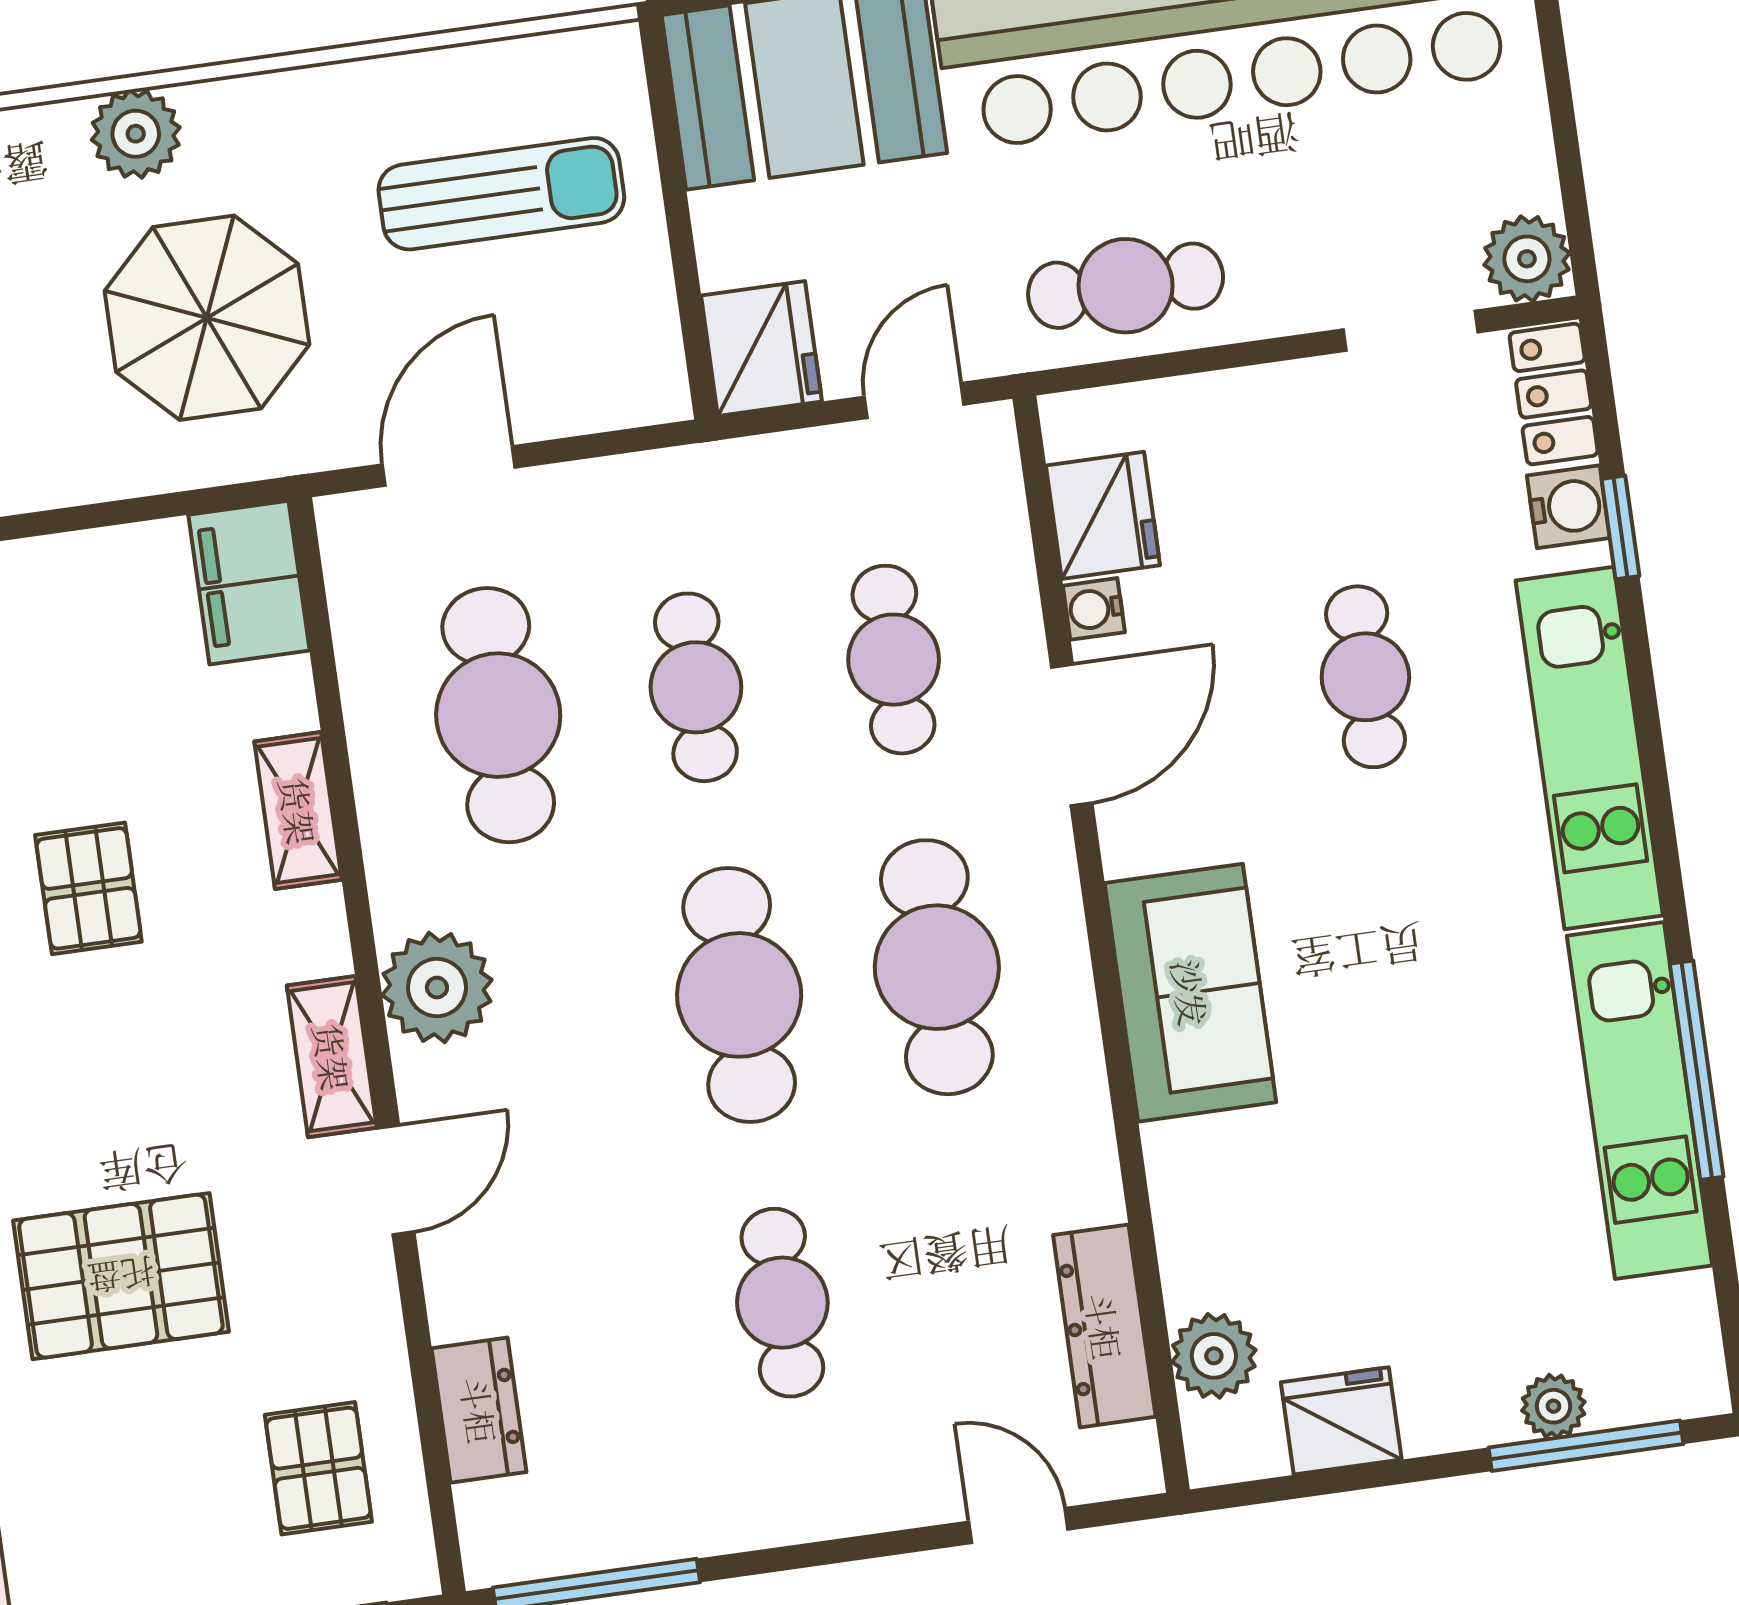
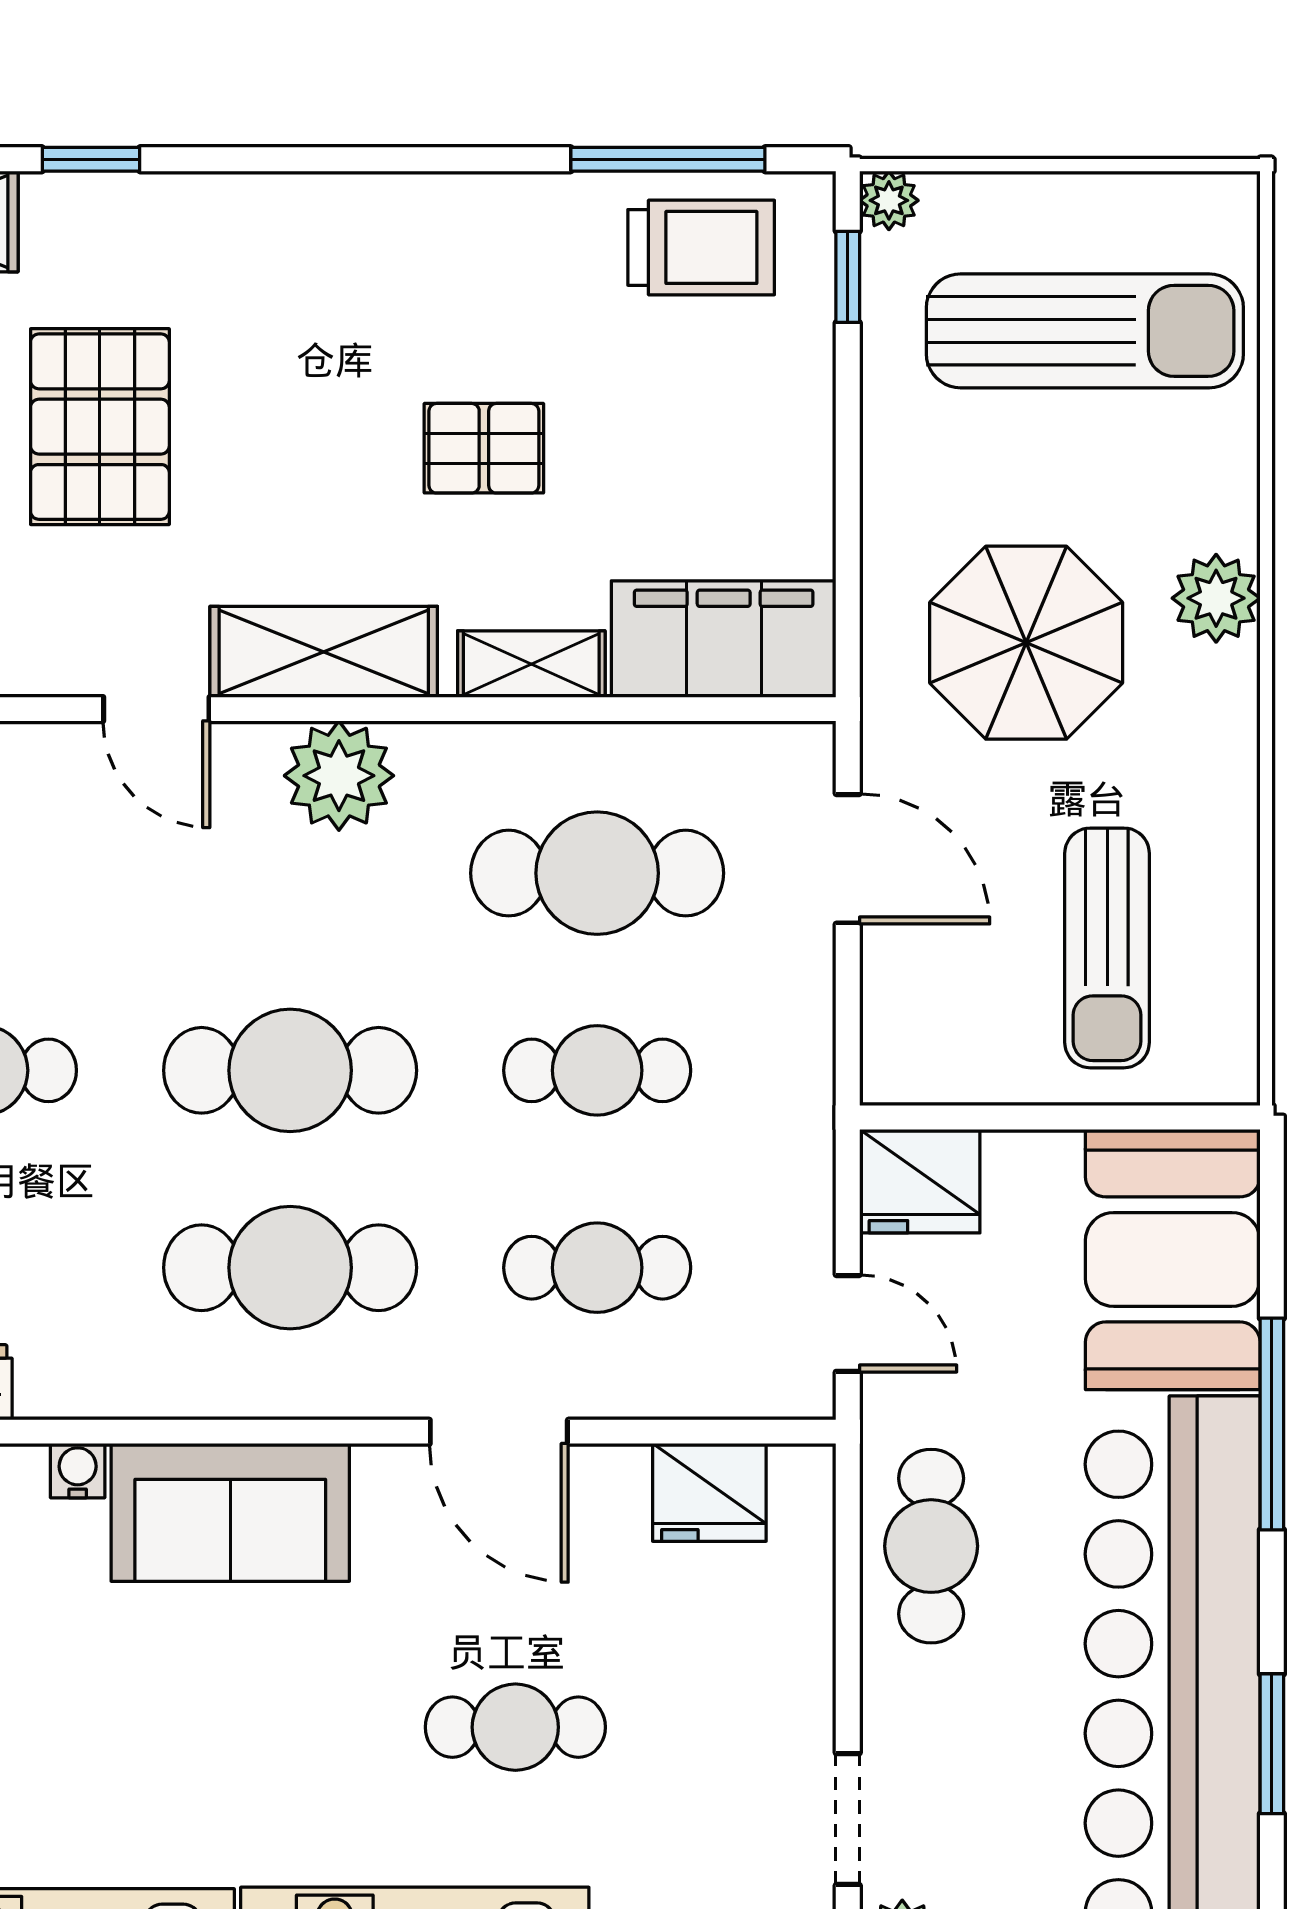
filing cabinet: (249, 583) -> (724, 639), width x1.50, depth x1.17
water cooler: (1094, 609) -> (78, 1471), moved
shelving: (332, 1057) -> (324, 652), width x1.50, depth x1.33

